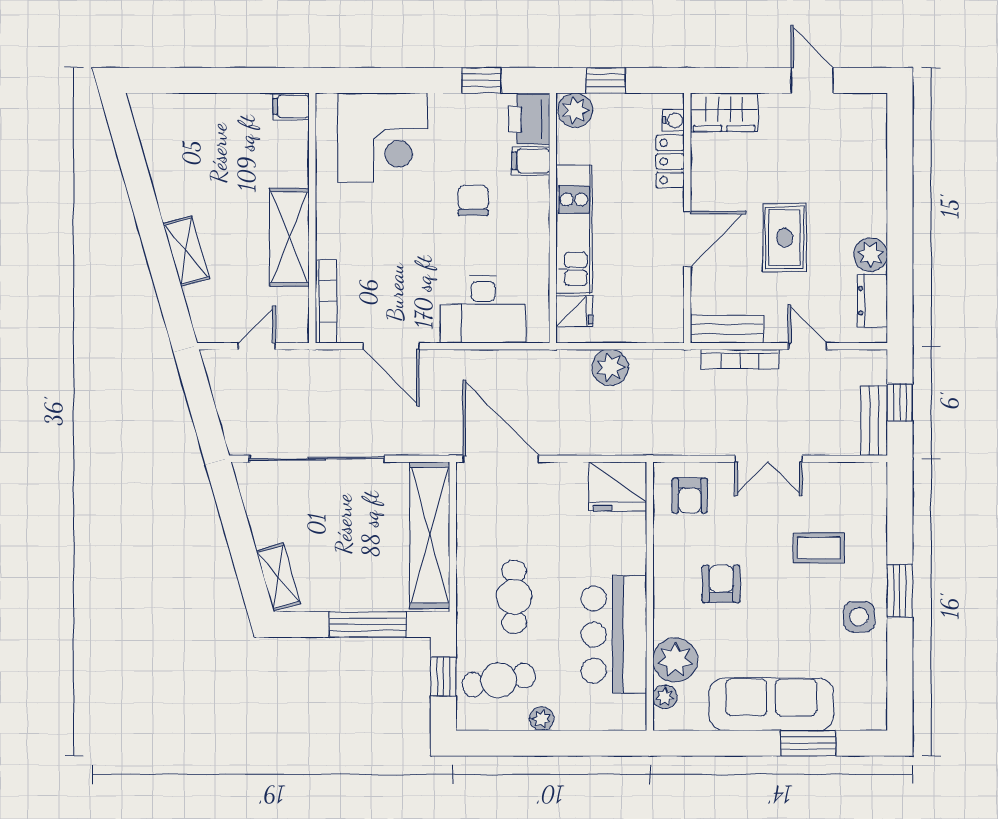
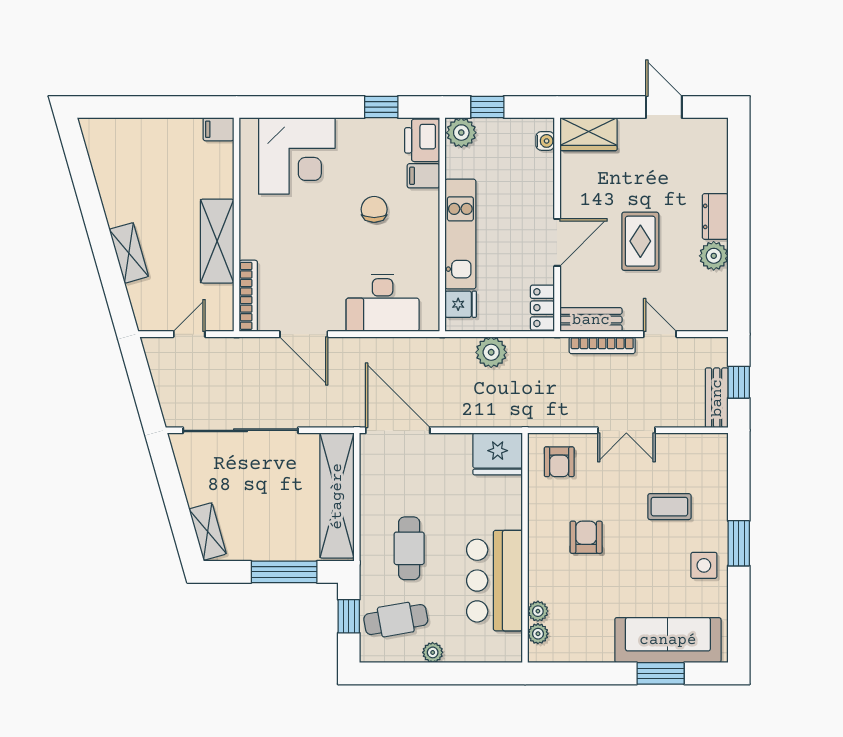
locker: (670, 161) -> (542, 308), moved
dresser: (872, 301) -> (715, 216), moved
plant: (675, 660) -> (538, 611), width x0.53, depth x0.53
sofa: (771, 704) -> (668, 640), moved

